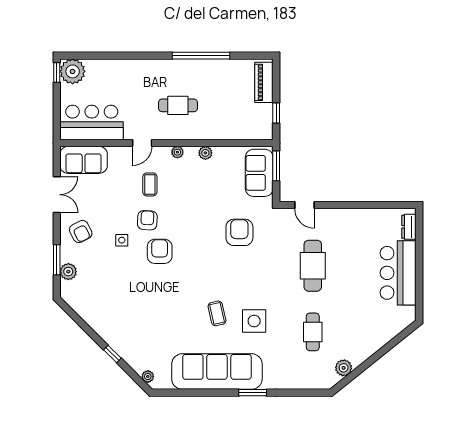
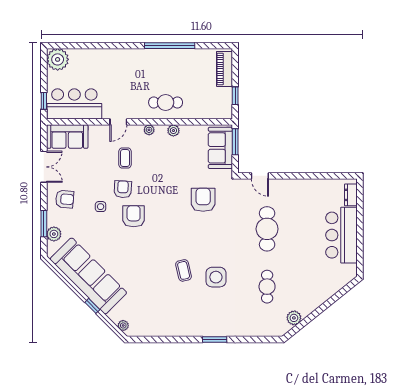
window: (57, 72) -> (44, 101), moved
cafe table: (178, 105) -> (166, 102), moved
armchair: (81, 232) -> (65, 199), turned -58
sofa: (217, 372) -> (88, 276), moved, turned 45

